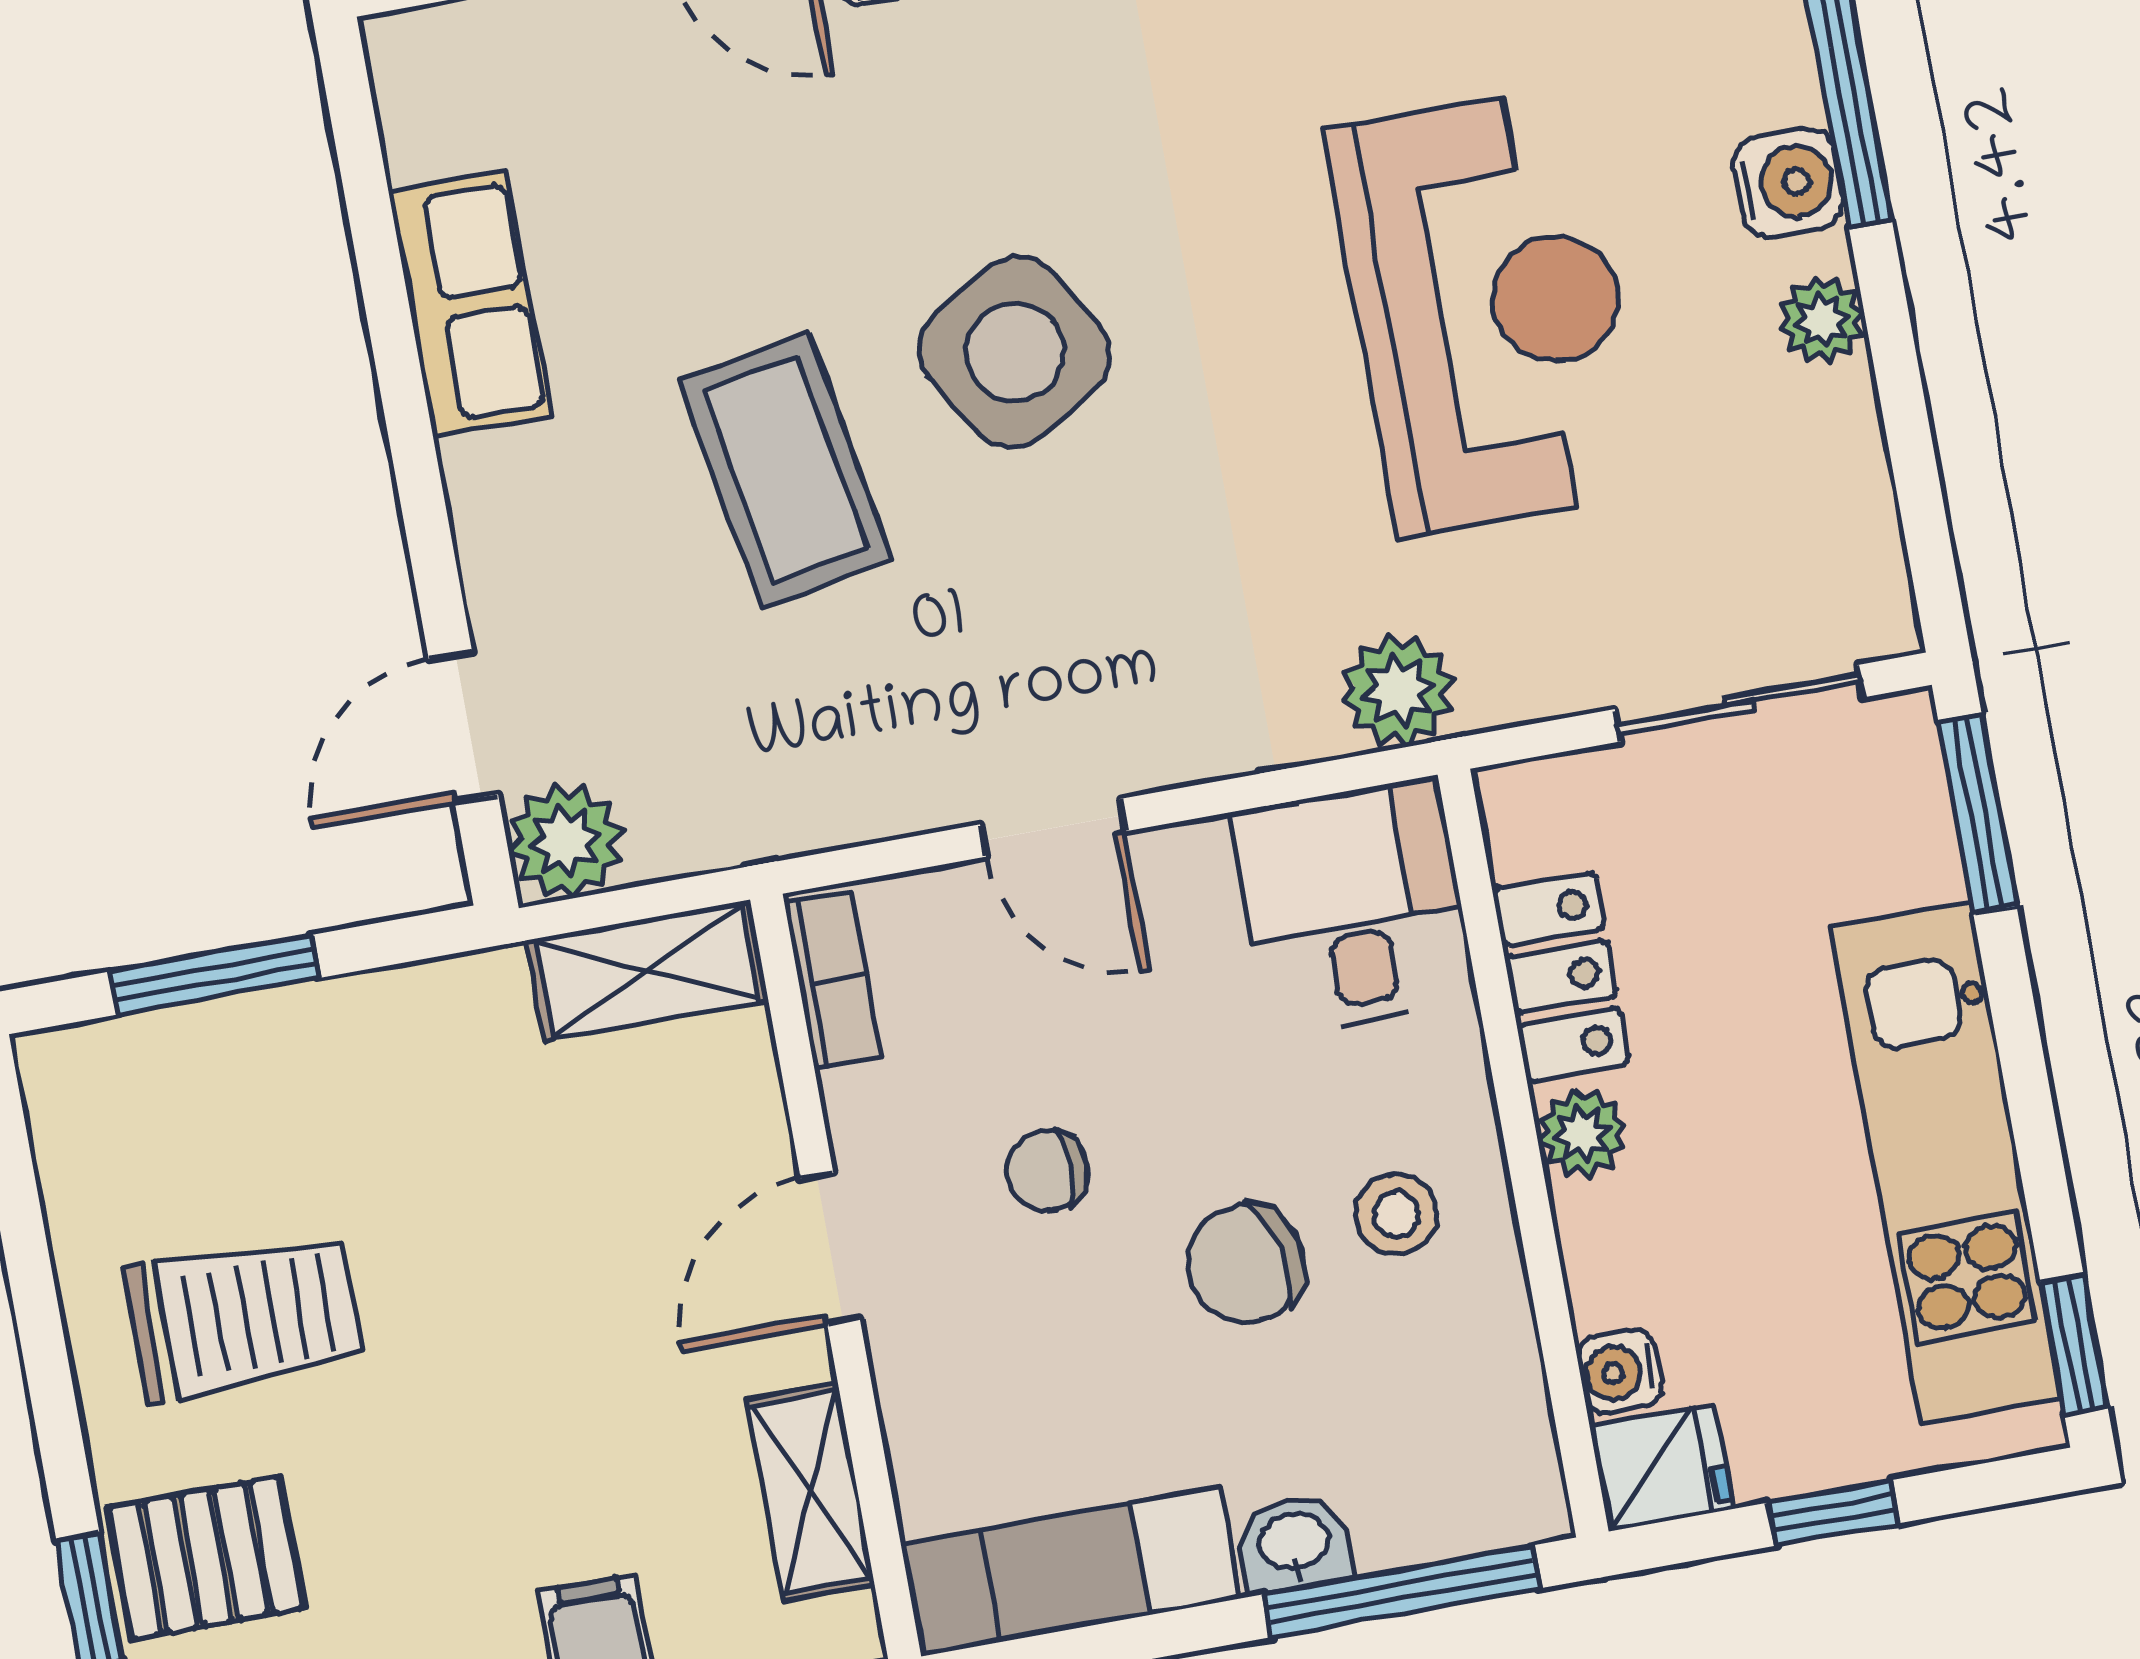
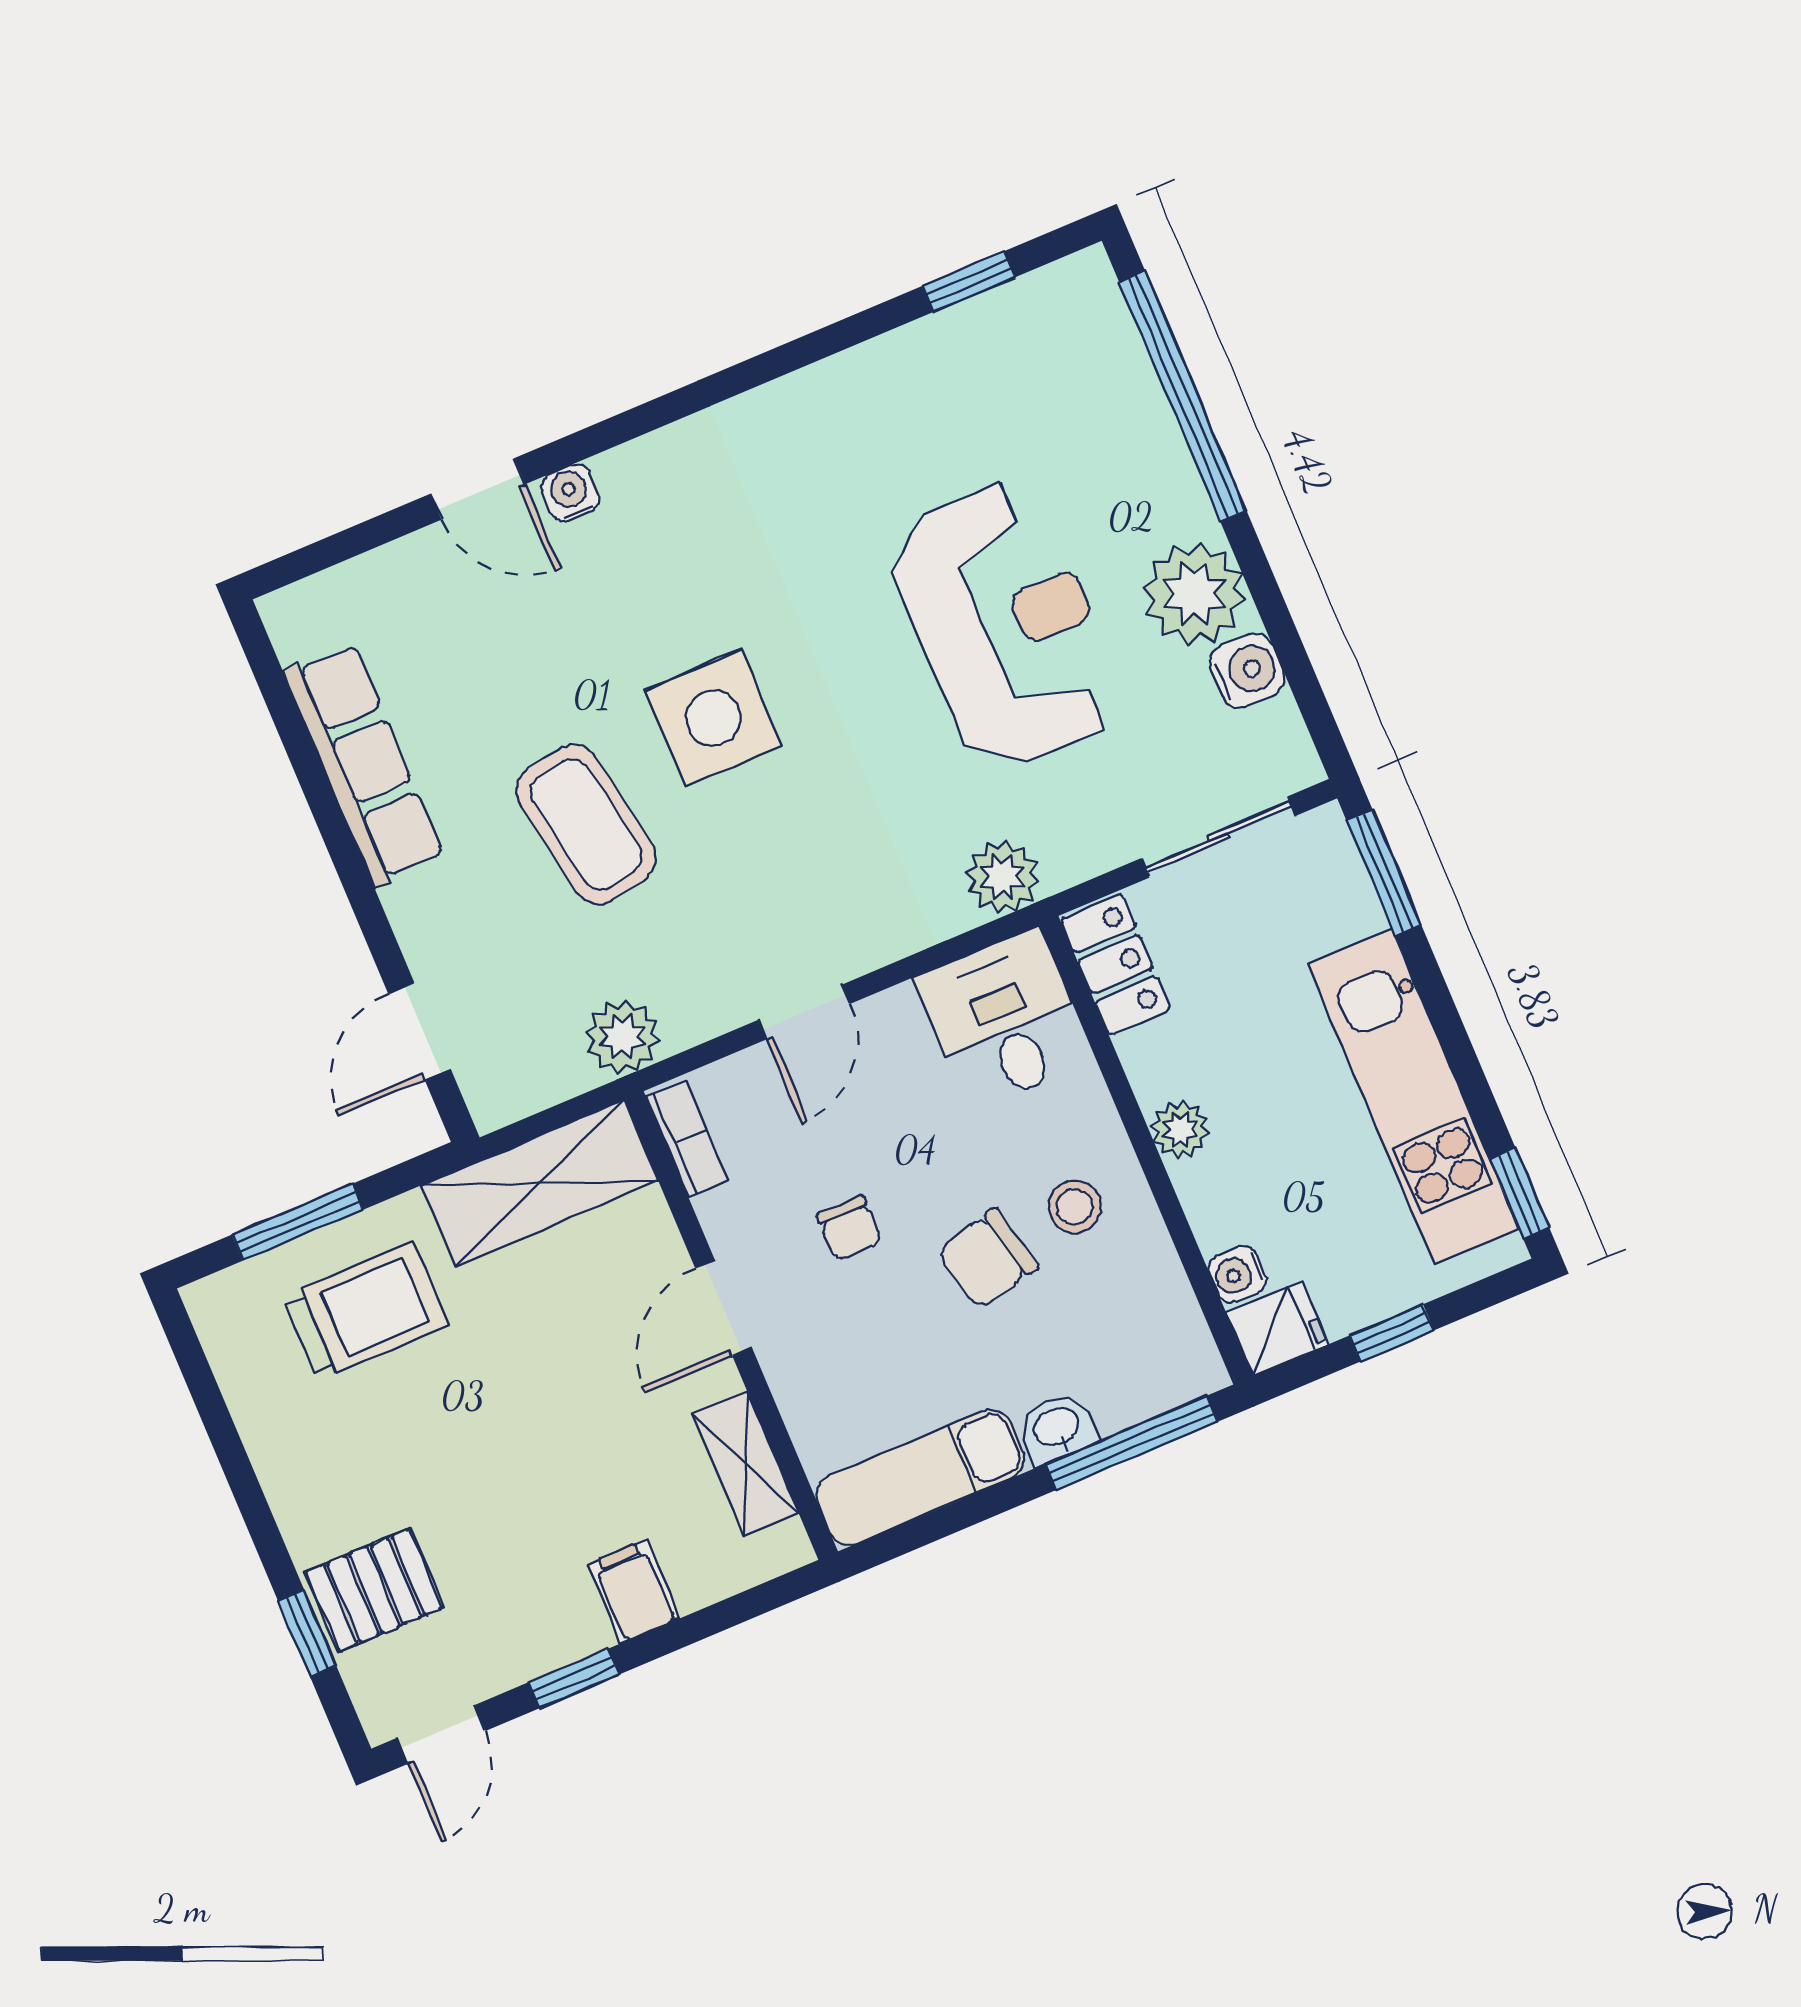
water cooler: (1788, 183) -> (1247, 670), moved
row of seats: (470, 304) -> (364, 764), width x1.48
plant: (1822, 320) -> (1194, 594), width x1.88, depth x1.88
side table: (1015, 352) -> (713, 718), turned 31
door: (1052, 828) -> (804, 1012), hinge flipped
plant: (565, 841) -> (622, 1037), moved
shelving: (647, 970) -> (540, 1183), width x1.50, depth x1.33
locker: (1561, 977) -> (1116, 964), moved
chair: (1048, 1171) -> (849, 1228), turned -90
trolley: (244, 1317) -> (366, 1311), moved

